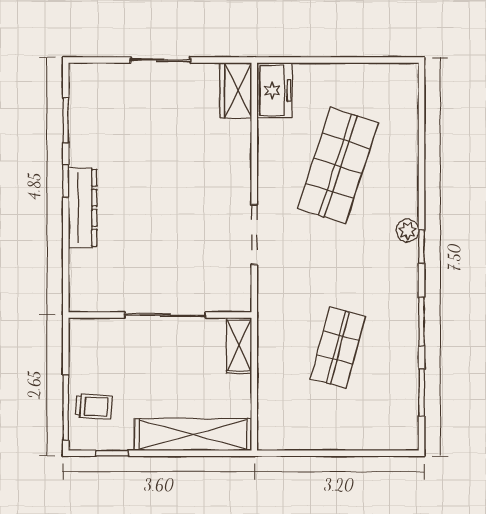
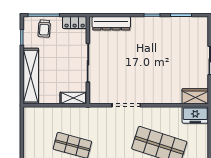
dresser: (83, 208) -> (111, 23), moved
locker: (81, 343) -> (75, 23), added

